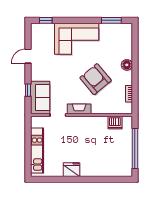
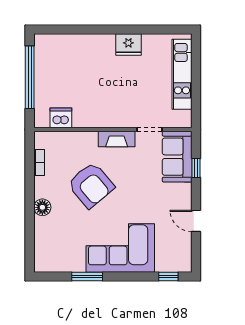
window: (111, 20) -> (87, 276), moved
door: (28, 56) -> (196, 221), swing flipped

